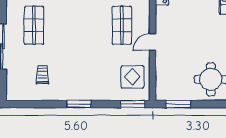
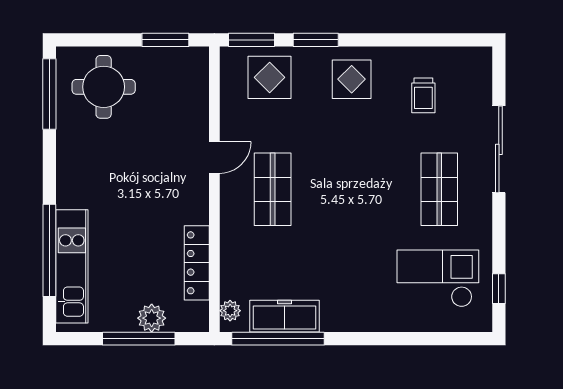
display table: (132, 77) -> (270, 77), moved
display table: (80, 83) -> (352, 79), added
window: (79, 104) -> (316, 40), moved

